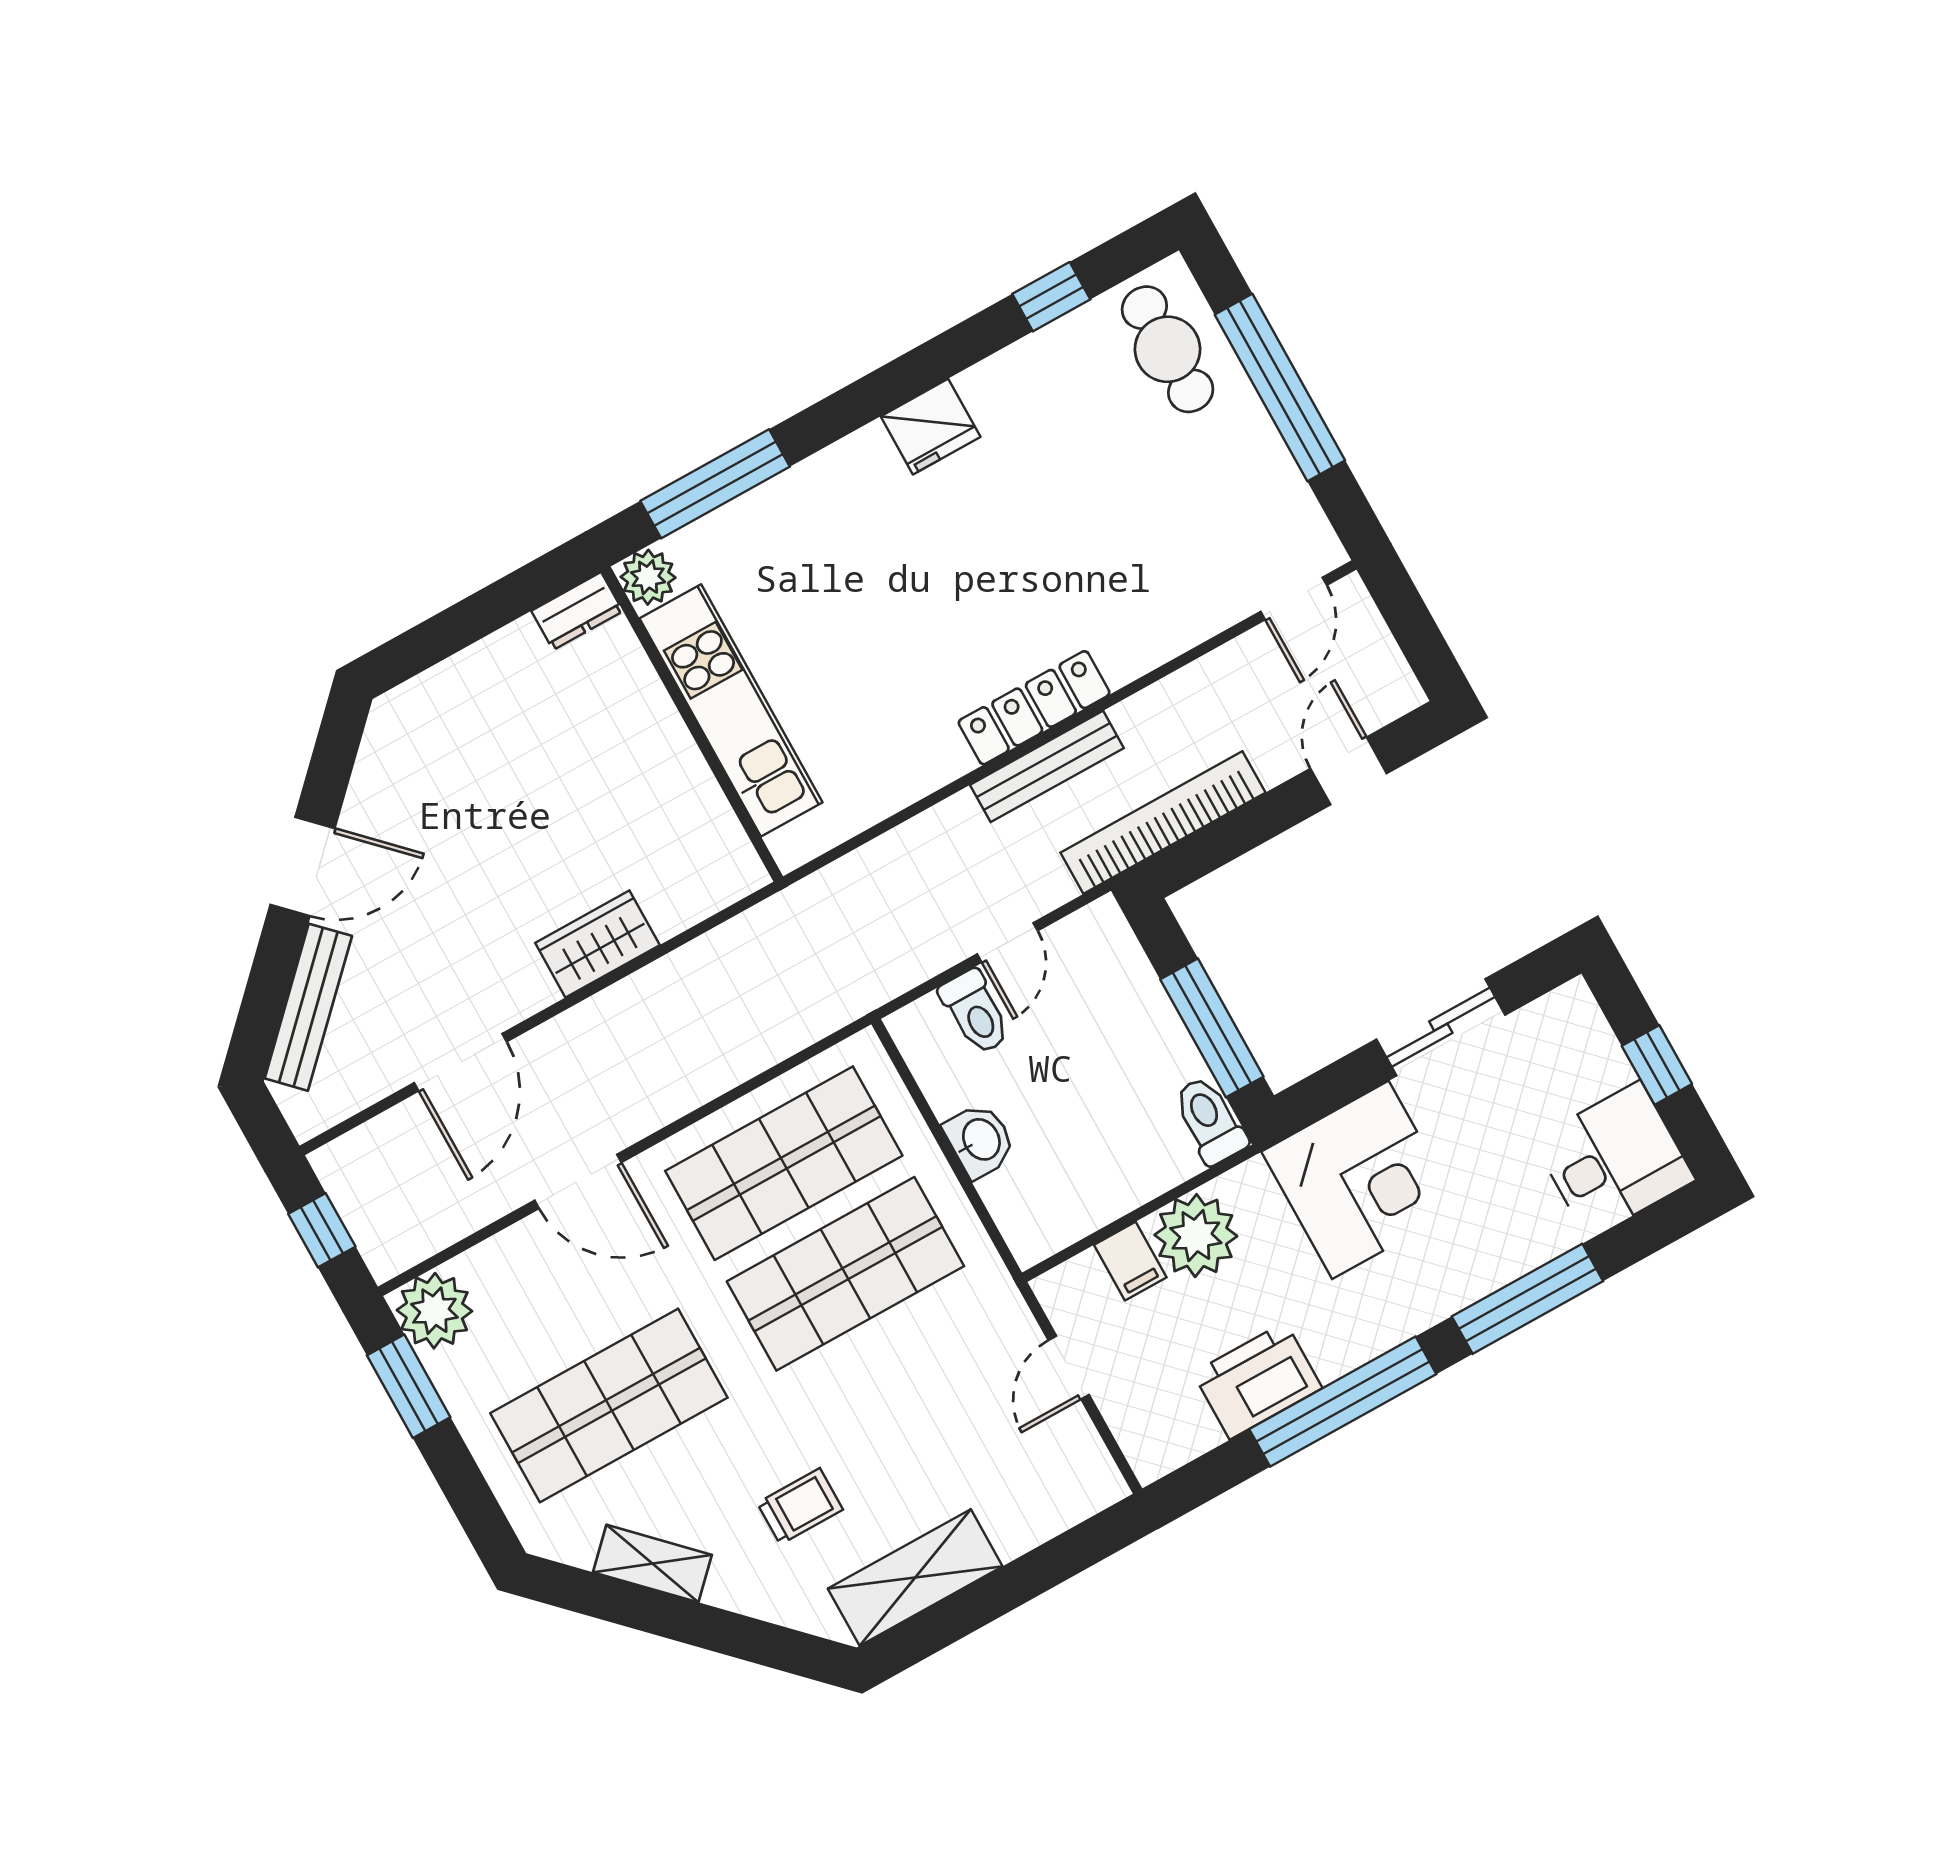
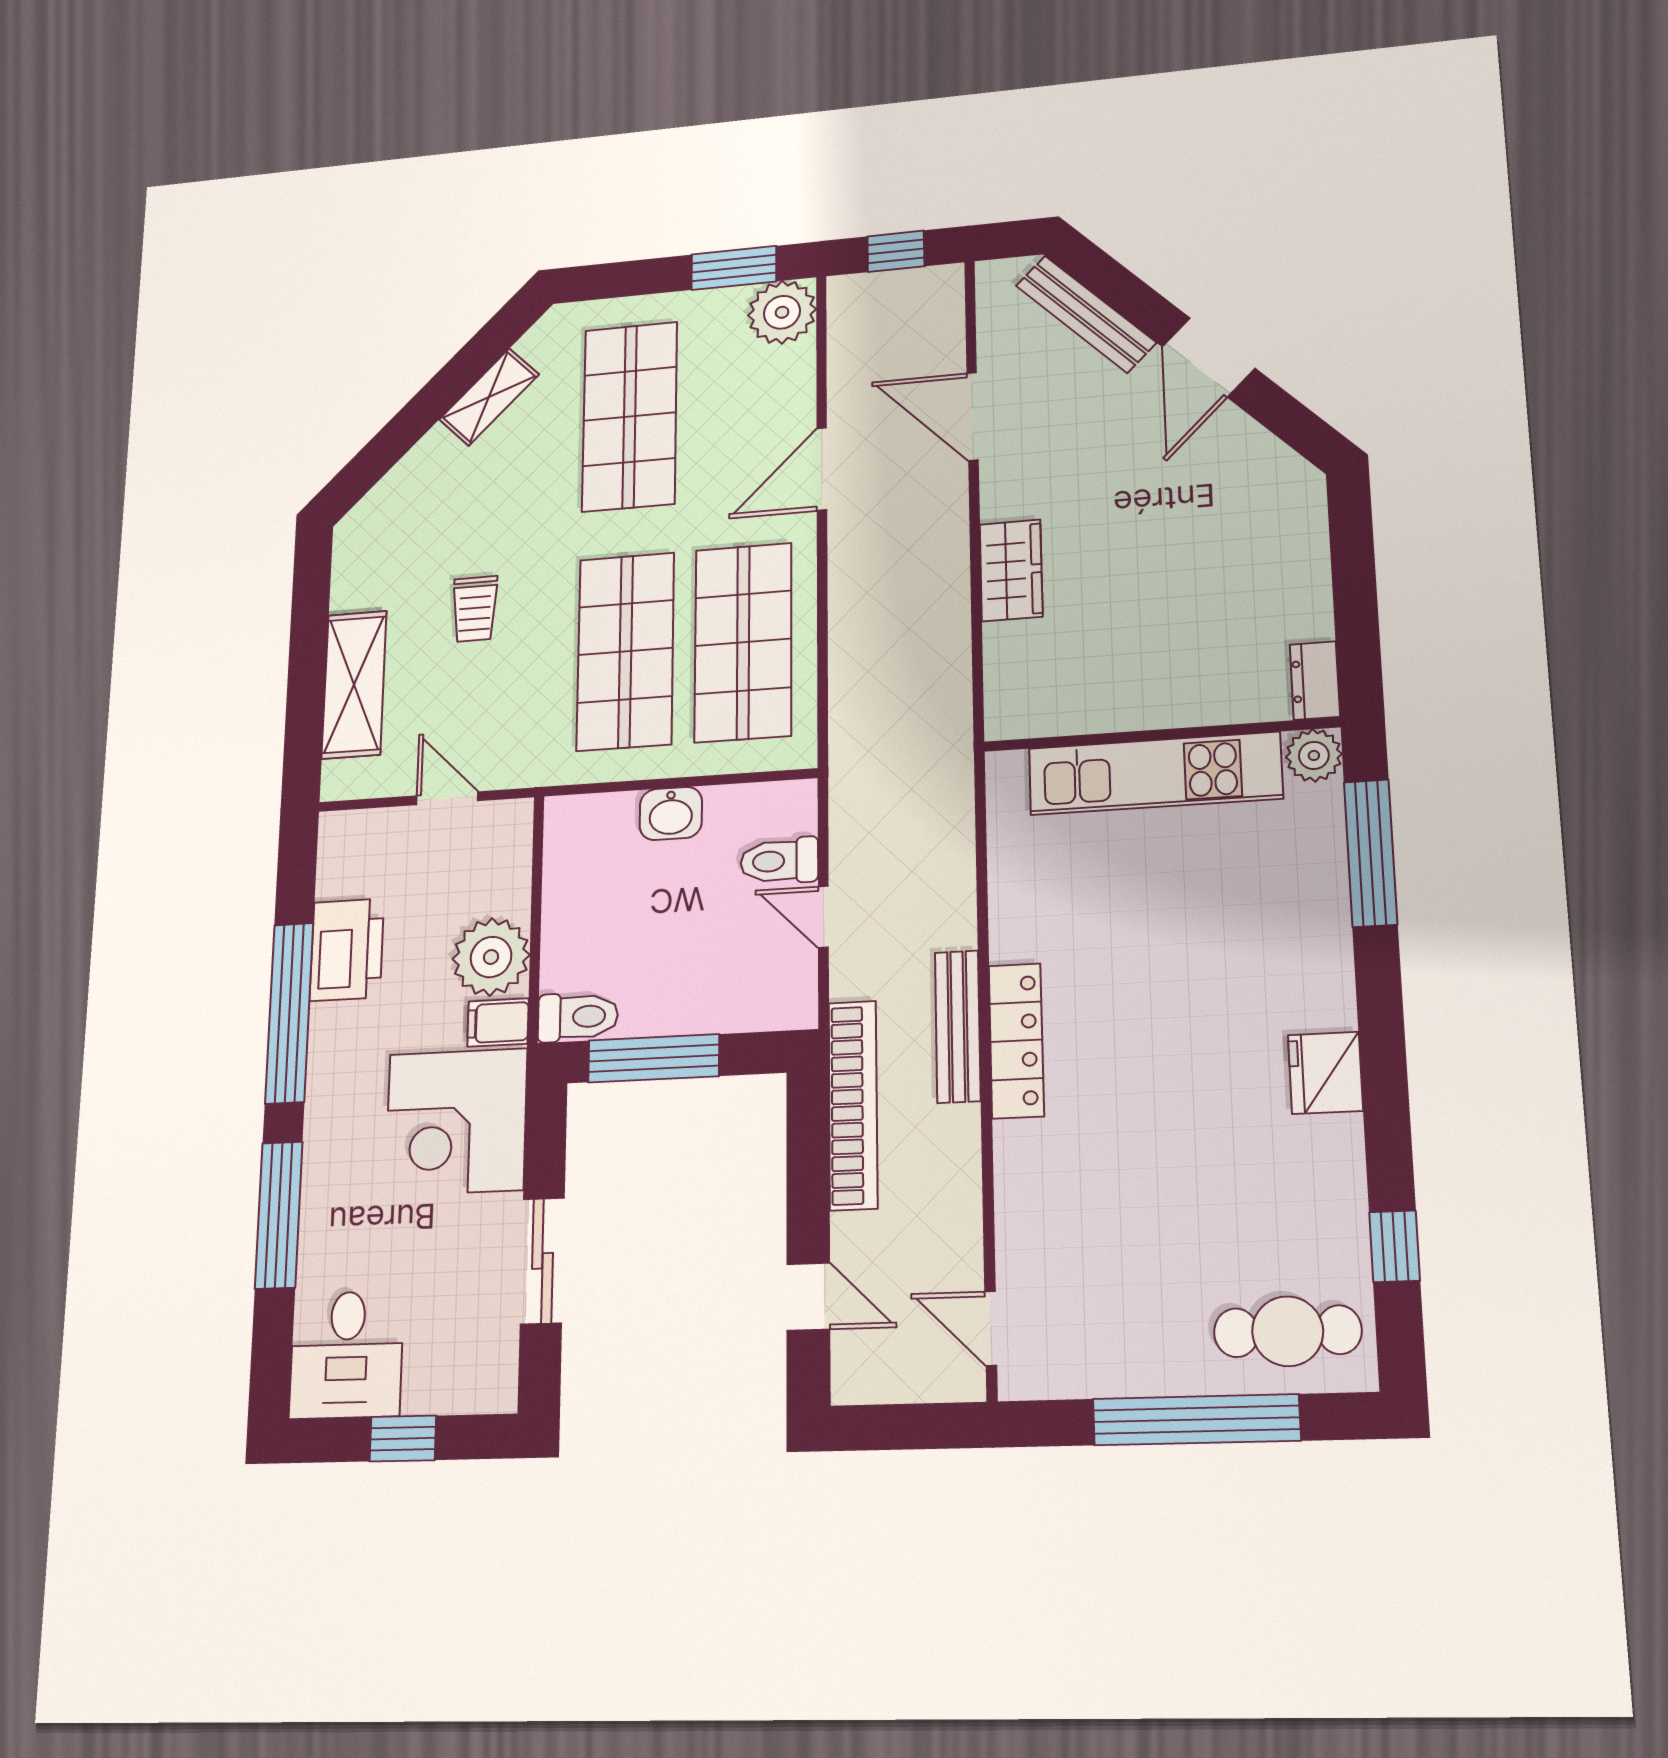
filing cabinet: (1130, 1261) -> (498, 1023), moved
trolley: (800, 1506) -> (475, 609), moved
shelving: (915, 1577) -> (354, 685), moved

